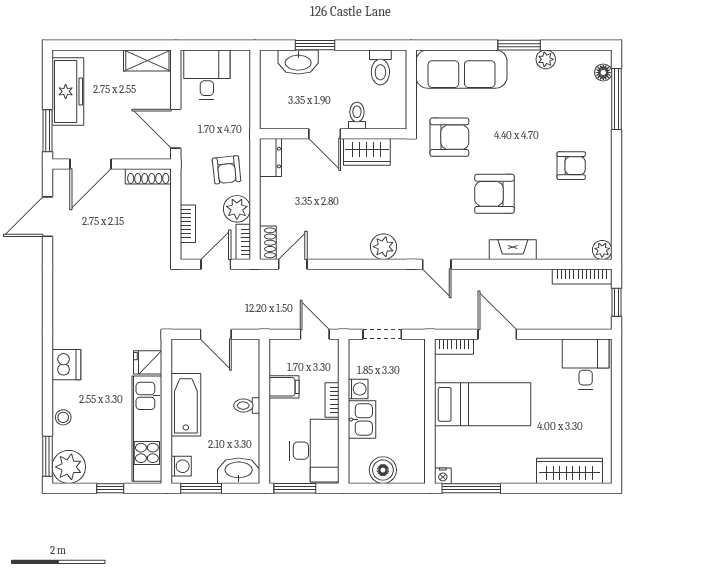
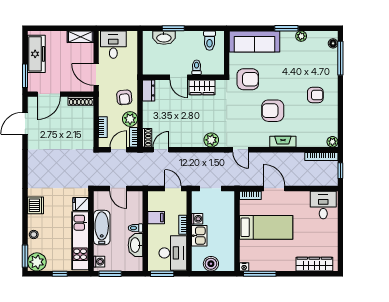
washbasin: (239, 471) -> (135, 245), moved, turned -90

